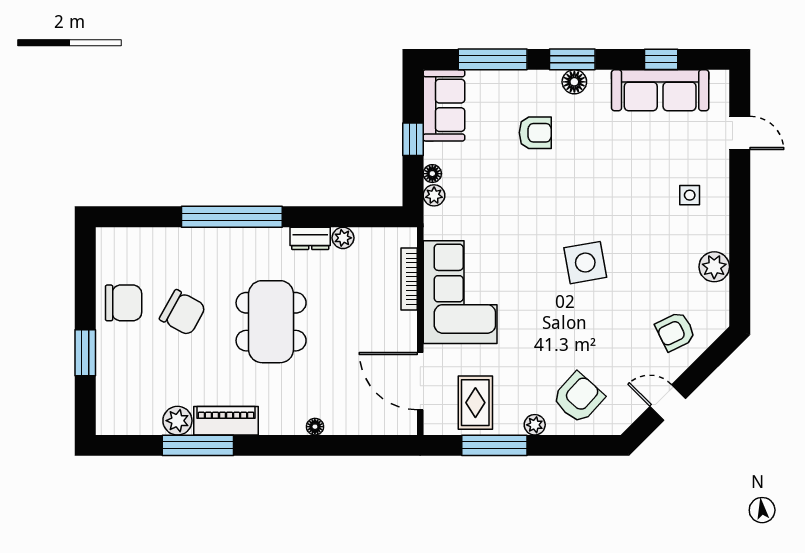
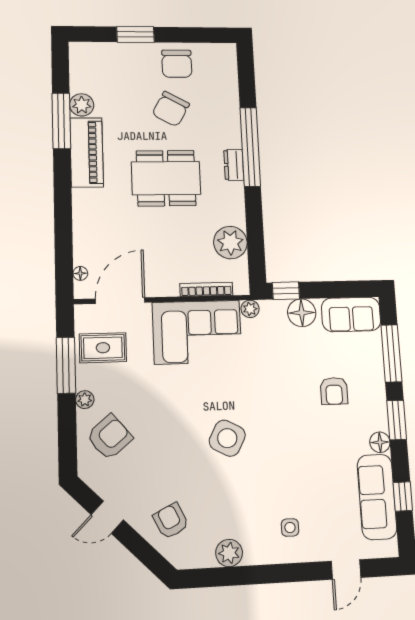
floor lamp: (574, 82) -> (380, 442), moved
window: (413, 139) -> (286, 291), moved
floor lamp: (432, 174) -> (302, 313), width x1.89, depth x1.89
plant: (434, 195) -> (250, 309), moved
dresser: (310, 238) -> (234, 165), moved
plant: (343, 238) -> (230, 243), width x1.87, depth x1.87
side table: (585, 263) -> (227, 438), turned 38
armchair: (578, 398) -> (110, 437), turned -82
door: (668, 403) -> (107, 517), swing flipped
piano: (226, 421) -> (87, 152), width x1.37, depth x1.33
floor lamp: (315, 427) -> (80, 273), moved

